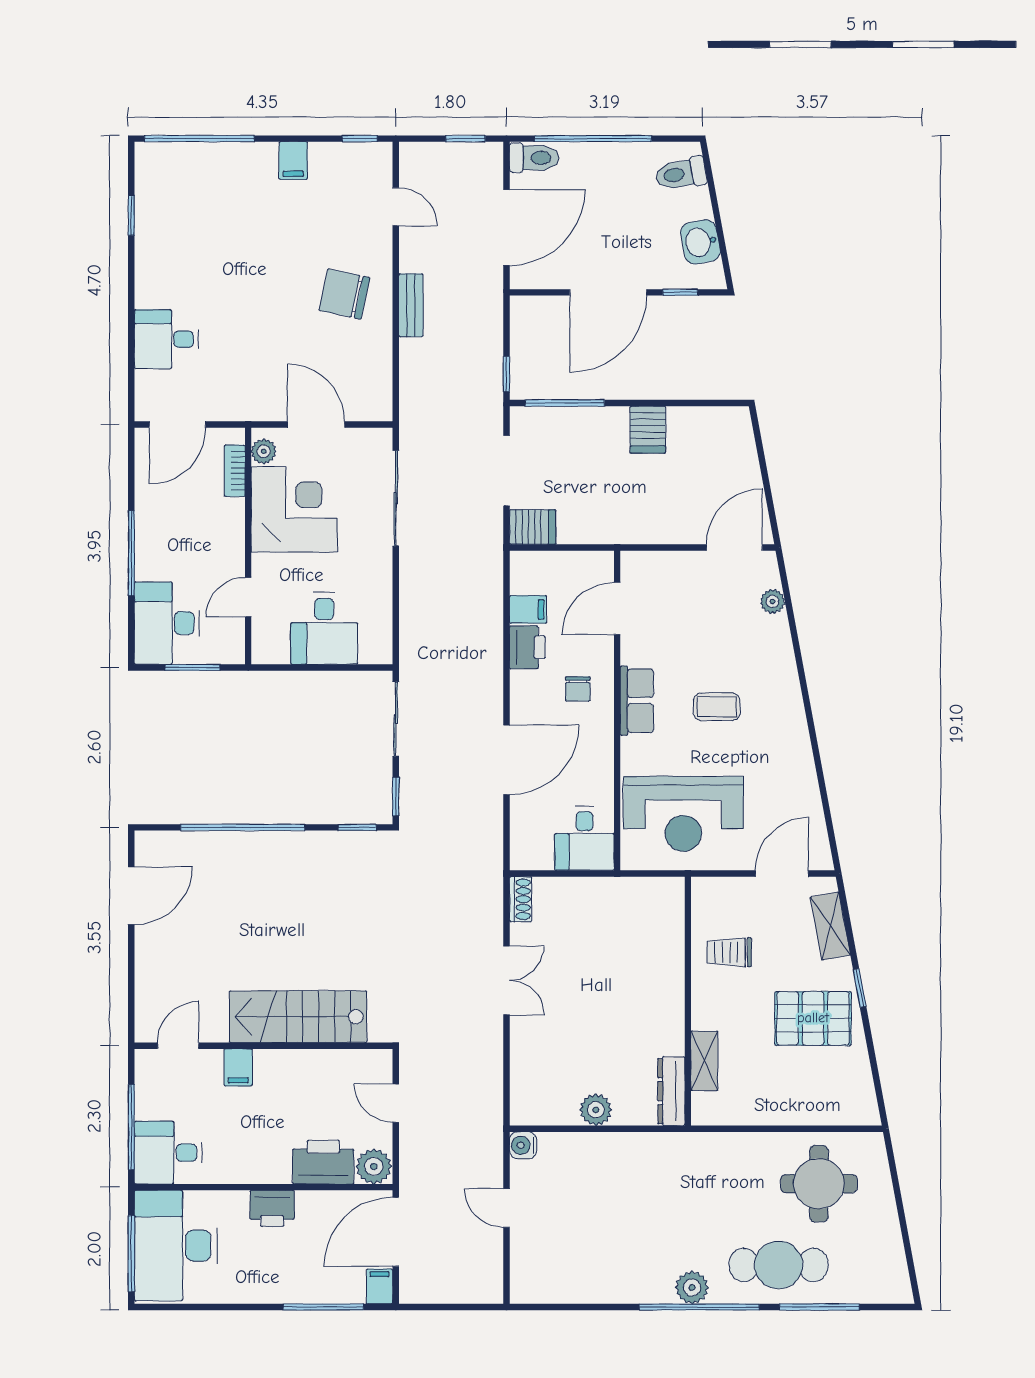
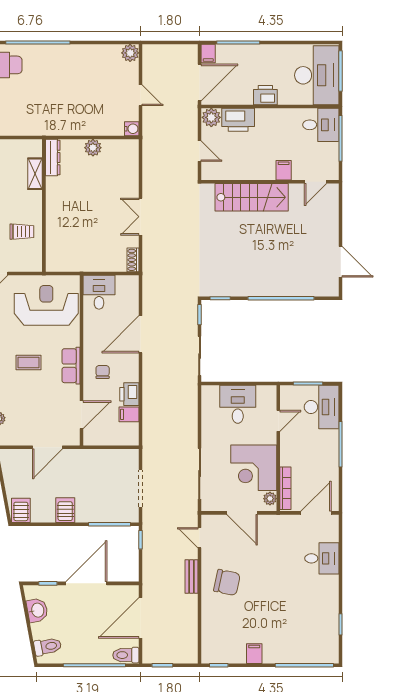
door: (396, 207) -> (200, 538), moved
bookcase: (235, 471) -> (285, 488), width x1.56
server rack: (533, 527) -> (21, 510), moved, turned 90
door: (734, 548) -> (47, 447), moved
door: (131, 896) -> (341, 262), swing flipped
plant: (692, 1287) -> (130, 53), moved

